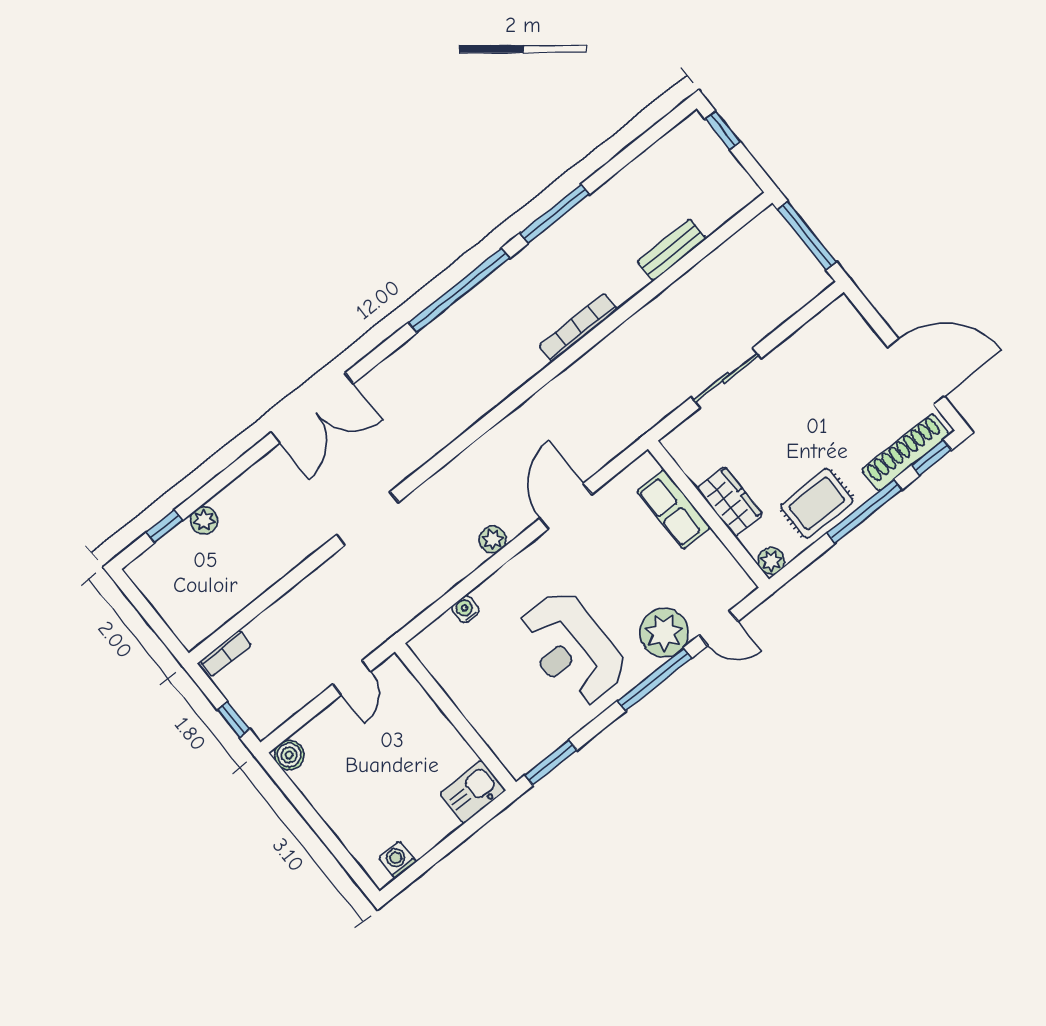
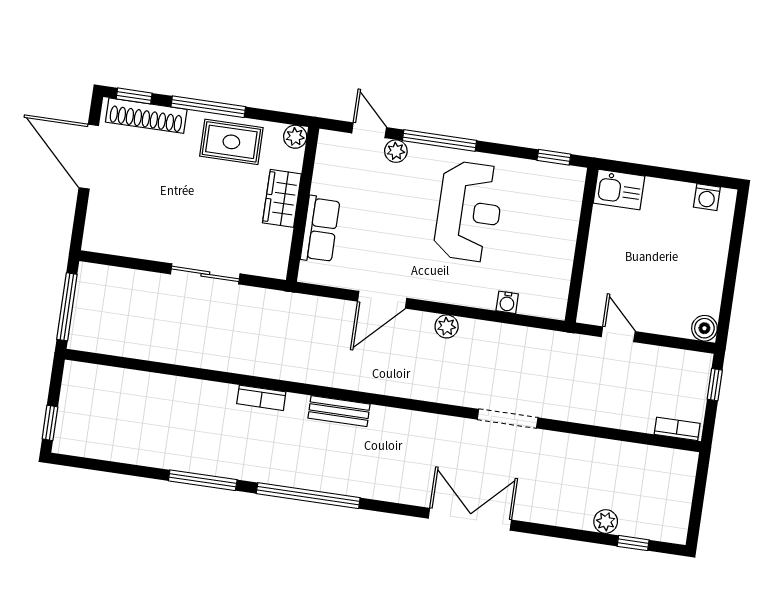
bench: (672, 250) -> (339, 411), moved
bookcase: (578, 328) -> (261, 398), width x0.64
plant: (664, 633) -> (396, 151), width x0.53, depth x0.53
door: (352, 678) -> (618, 334), hinge flipped
window: (551, 762) -> (554, 157), width x0.67

